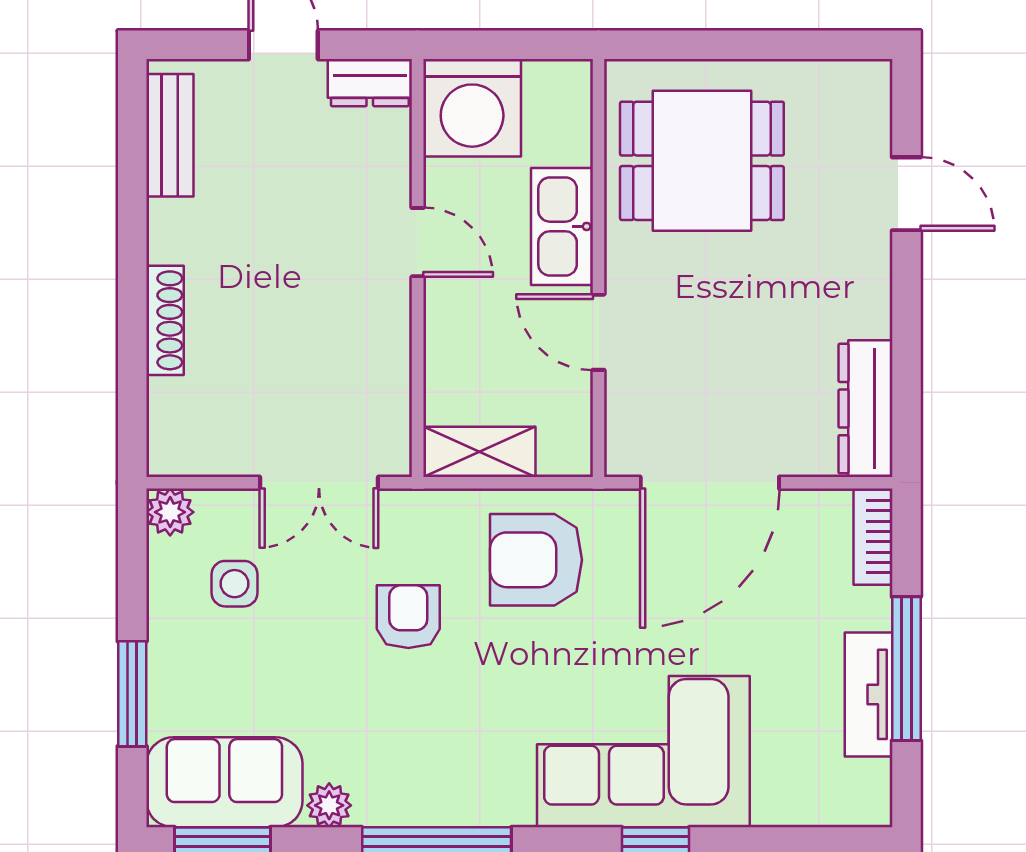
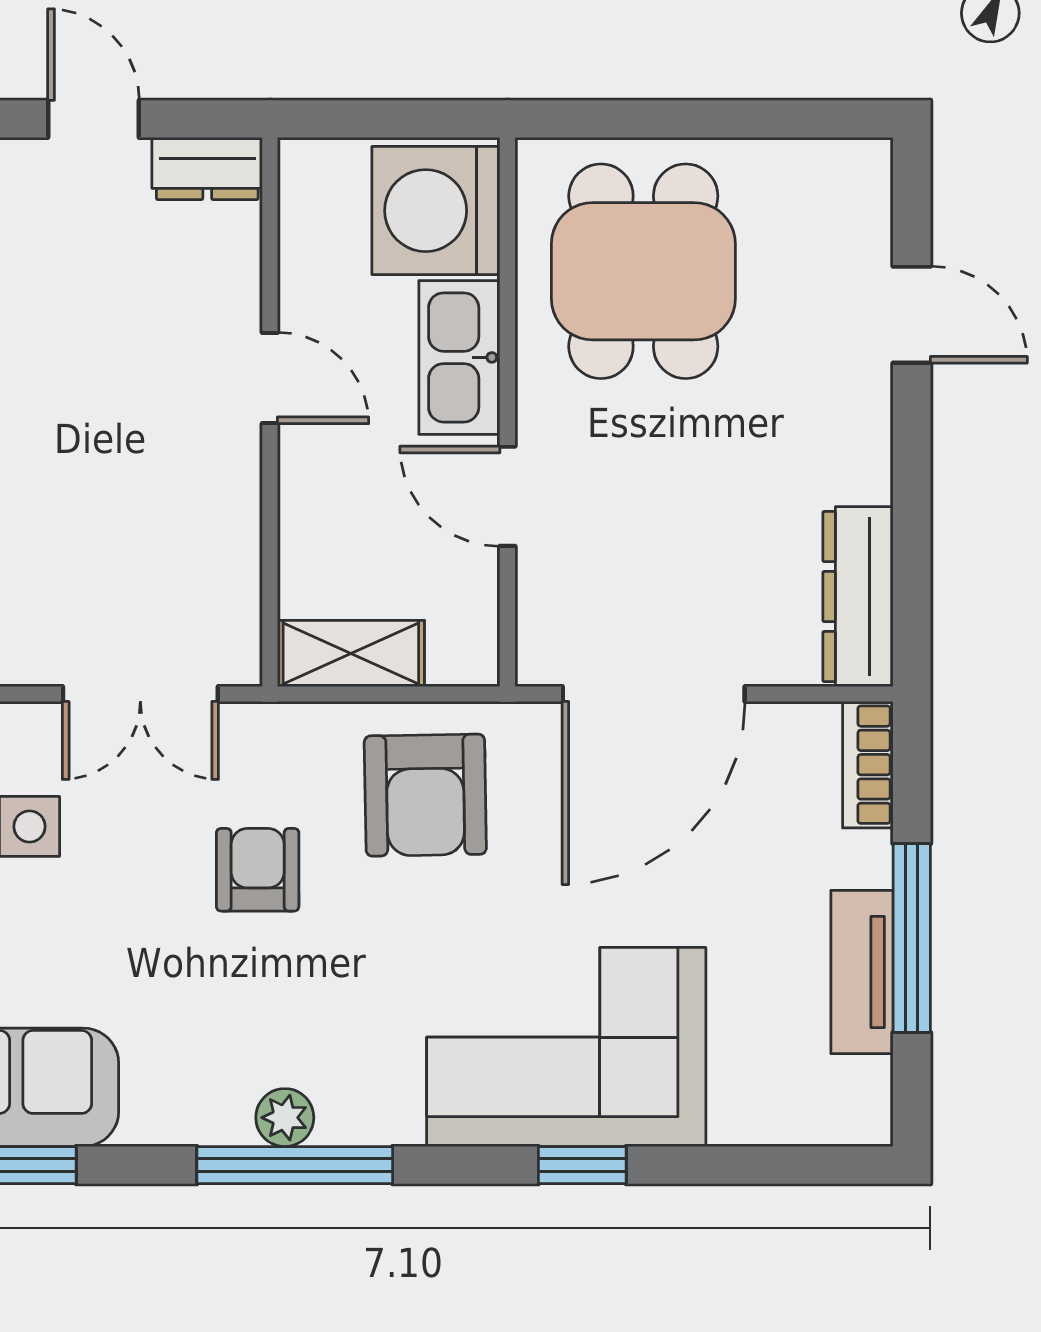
washing machine: (472, 108) -> (436, 211), moved, turned 90
dining table: (702, 161) -> (643, 271), turned 90
armchair: (536, 560) -> (425, 795), turned -91
plant: (329, 805) -> (285, 1118), moved

